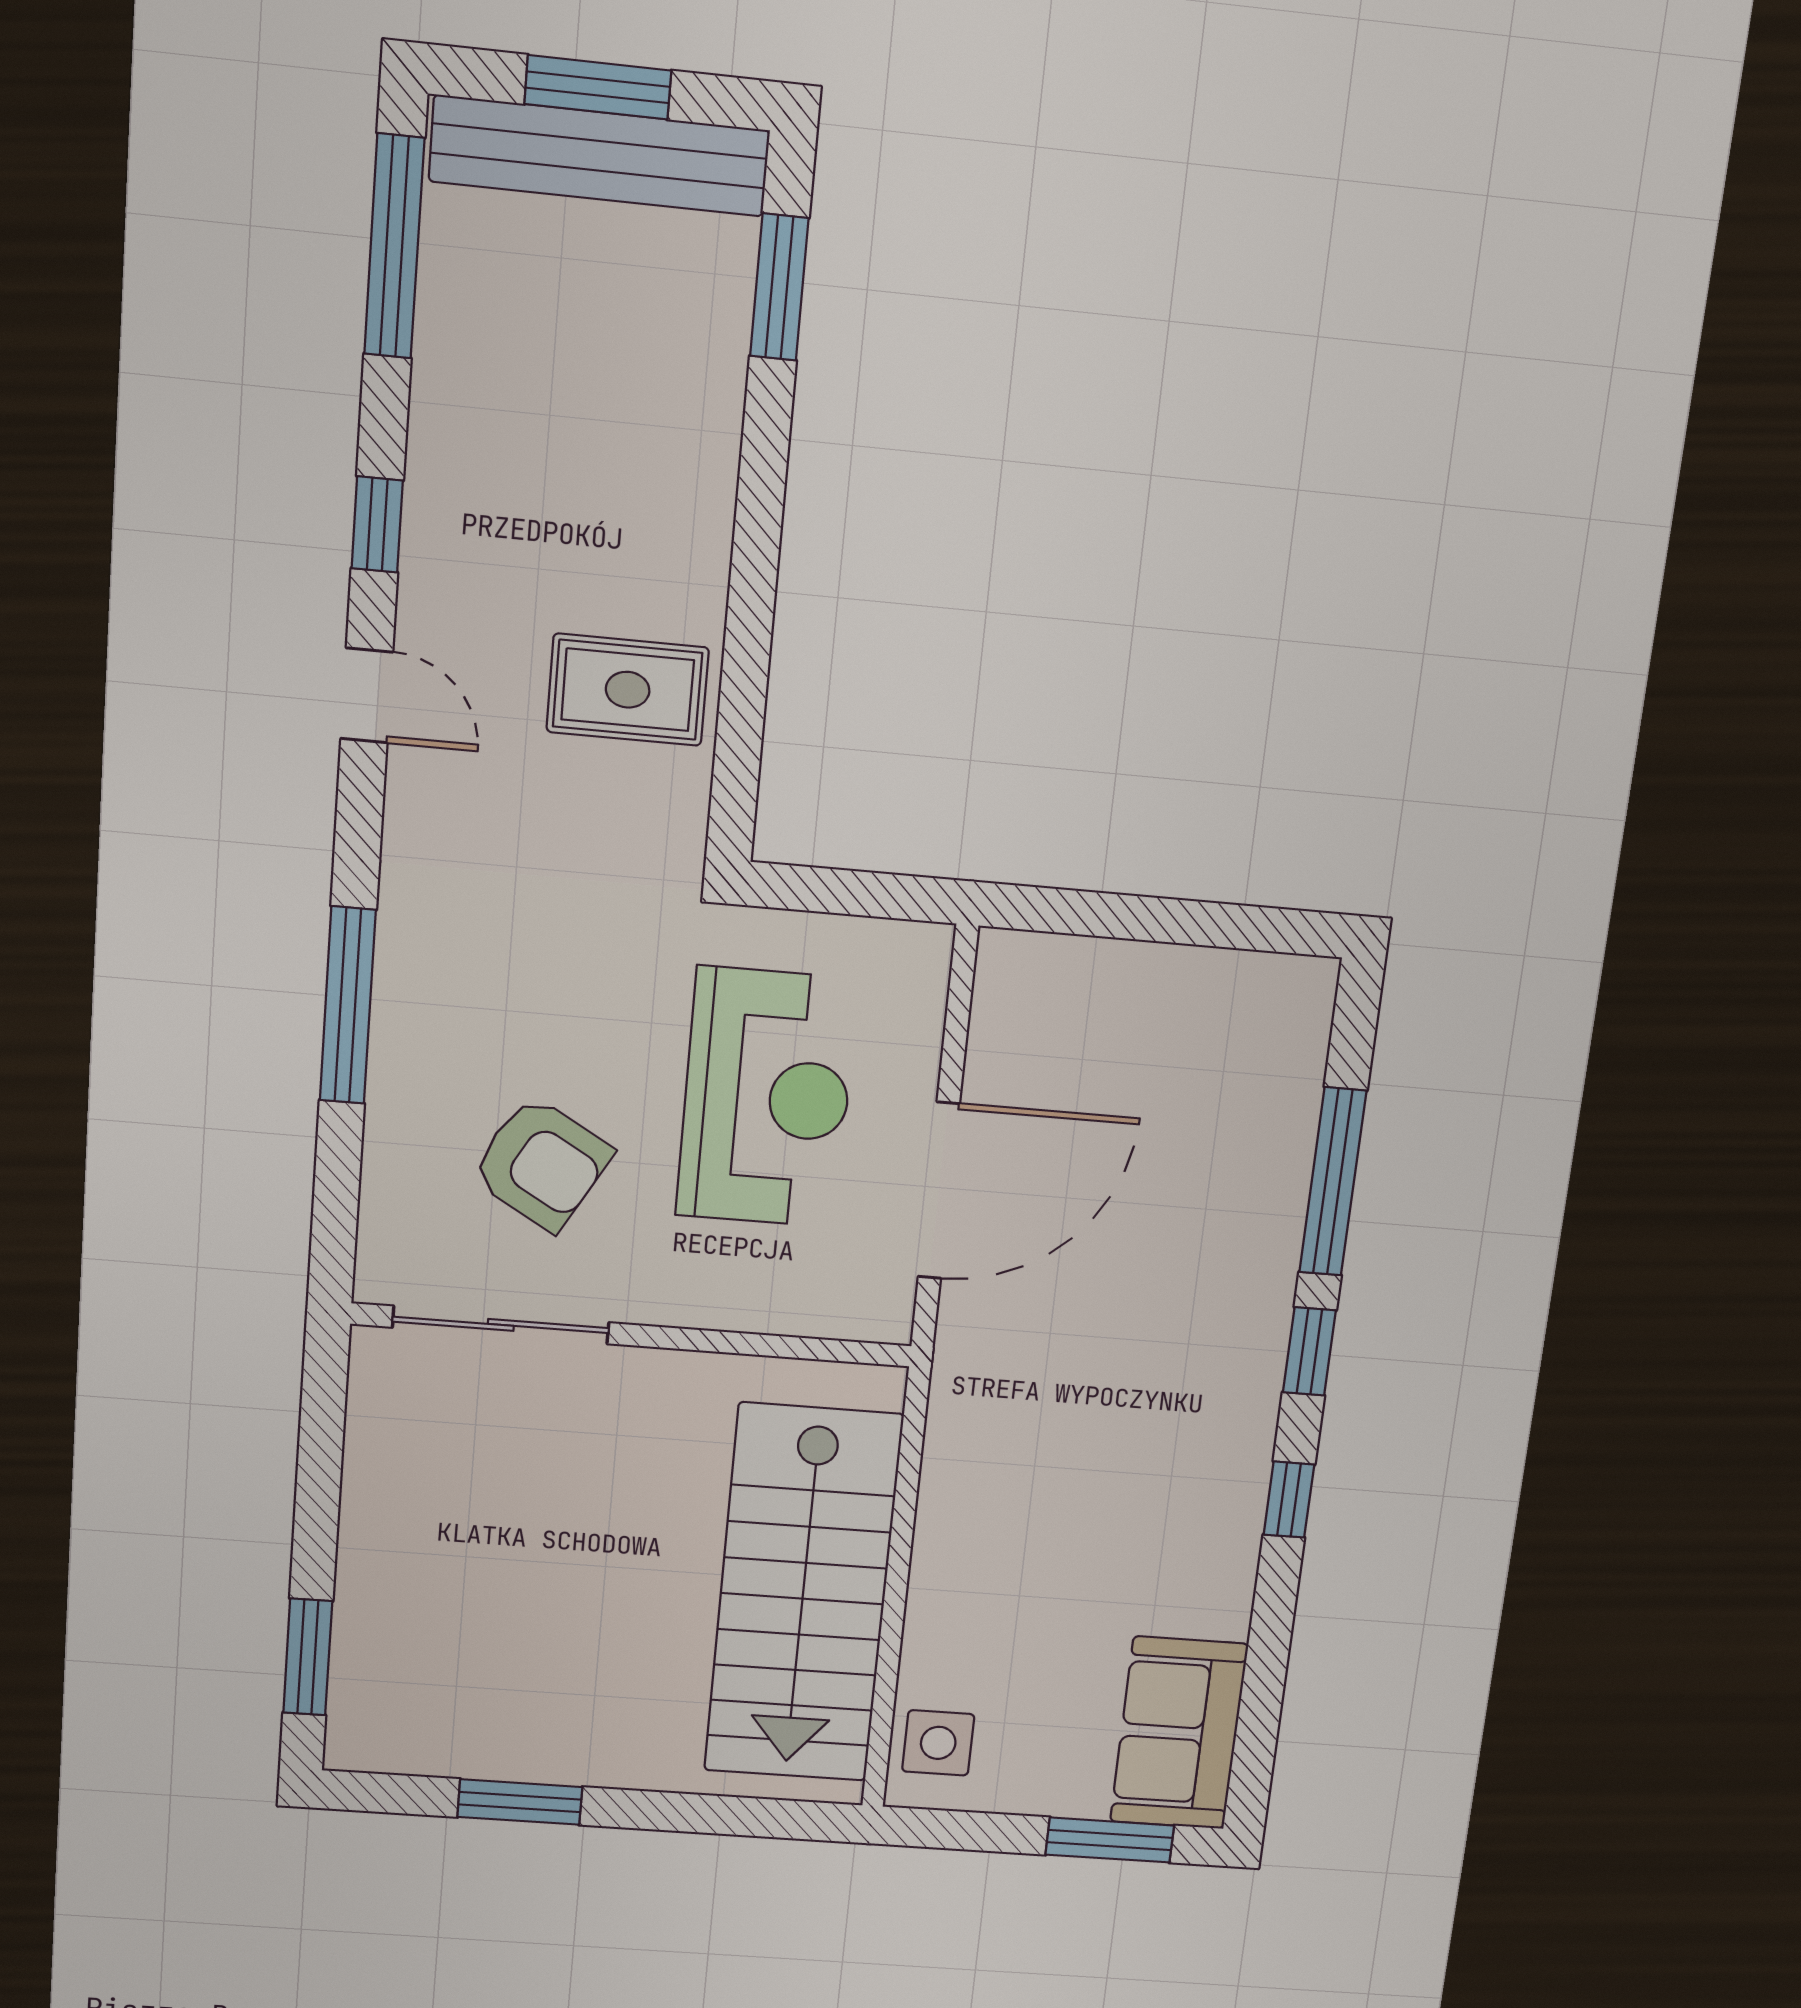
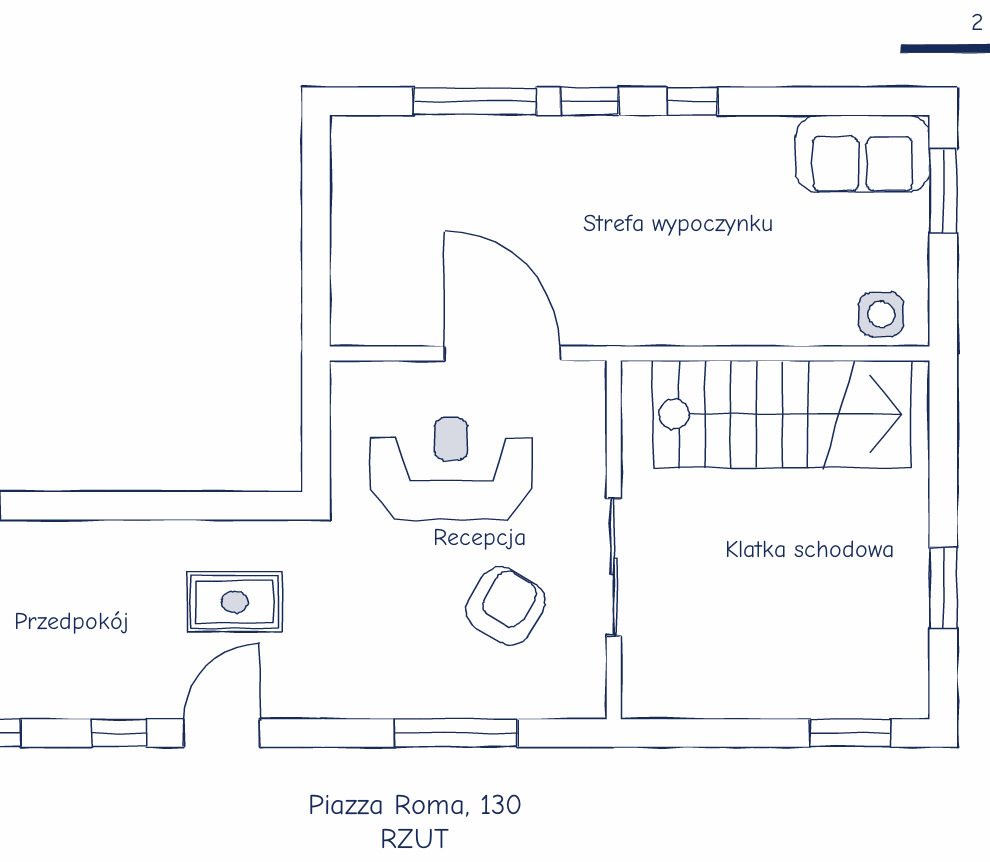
rug: (628, 690) -> (235, 602), moved, turned 90
door: (367, 695) -> (222, 733), width x1.38
window: (348, 1005) -> (456, 733), moved
sliding door: (501, 1325) -> (614, 567), moved

